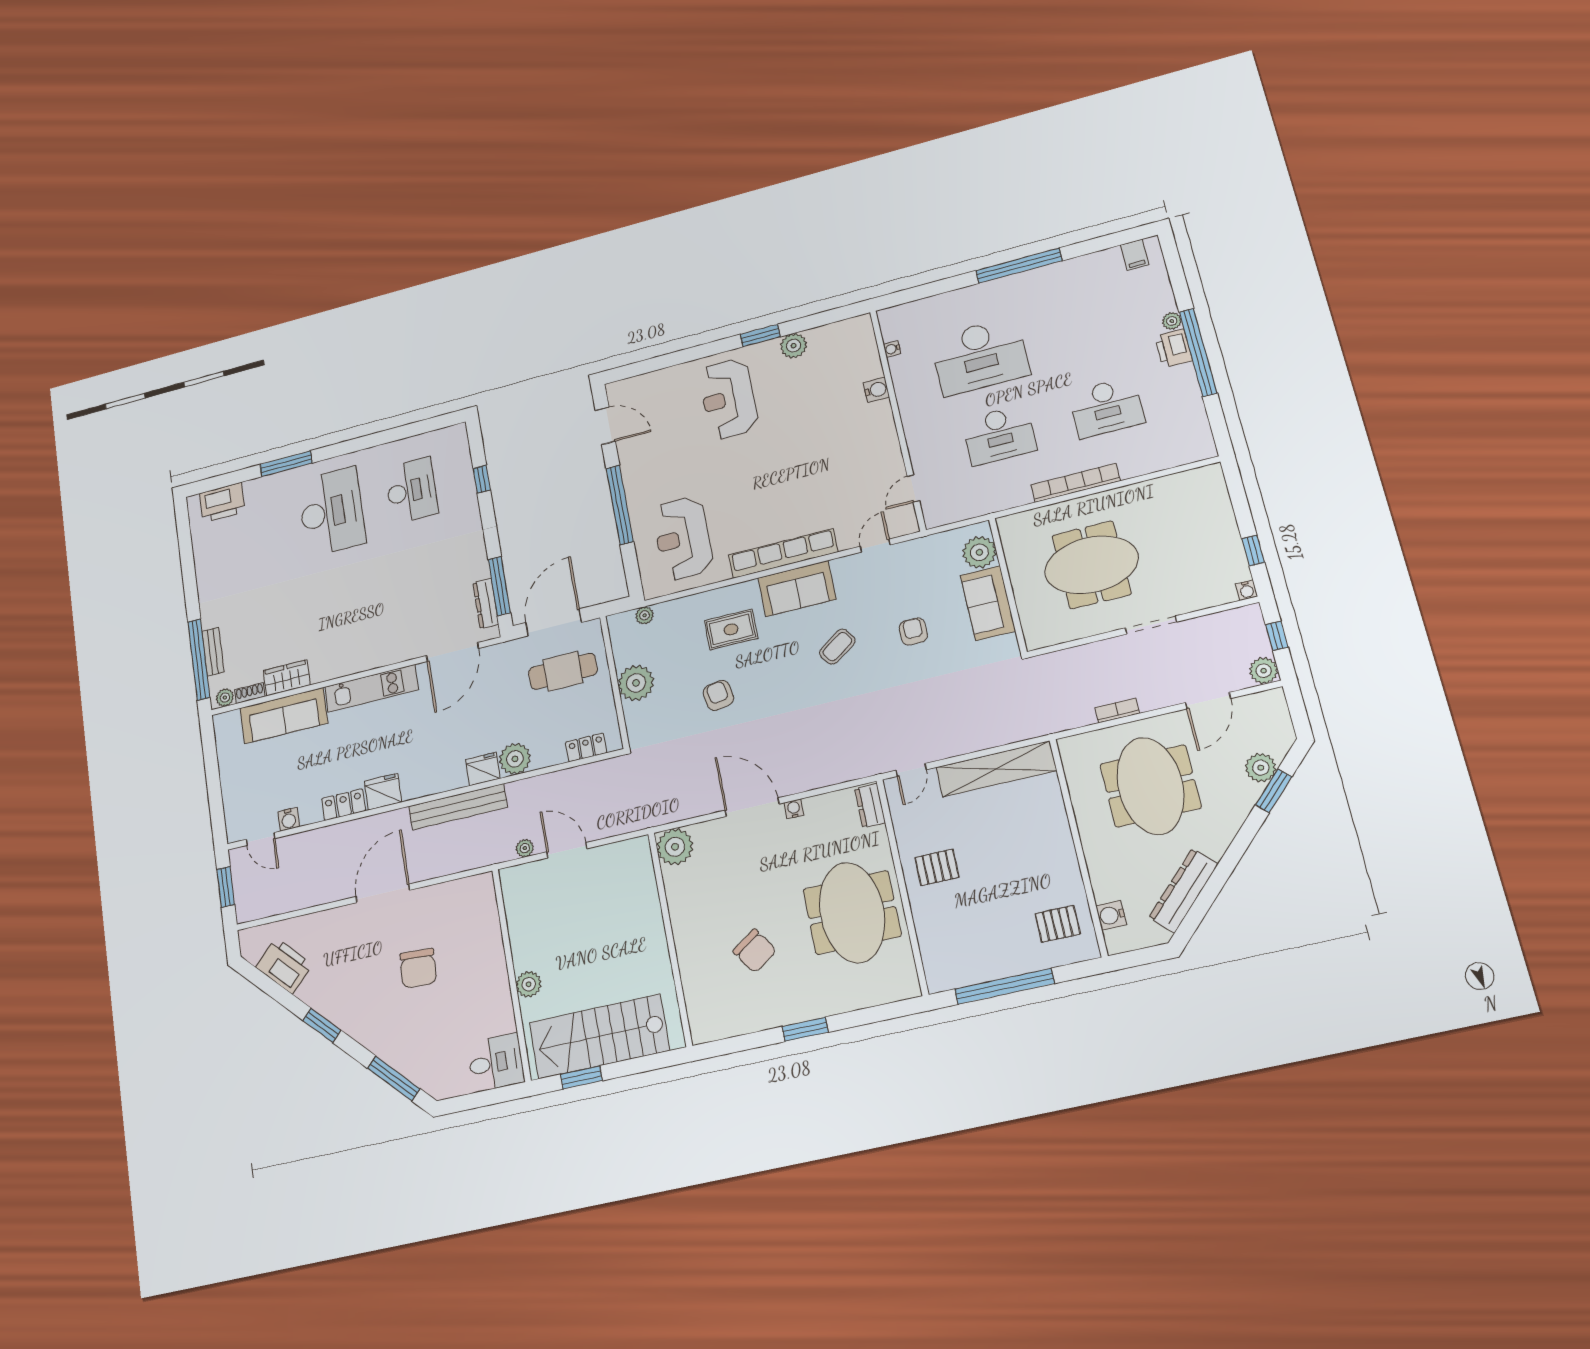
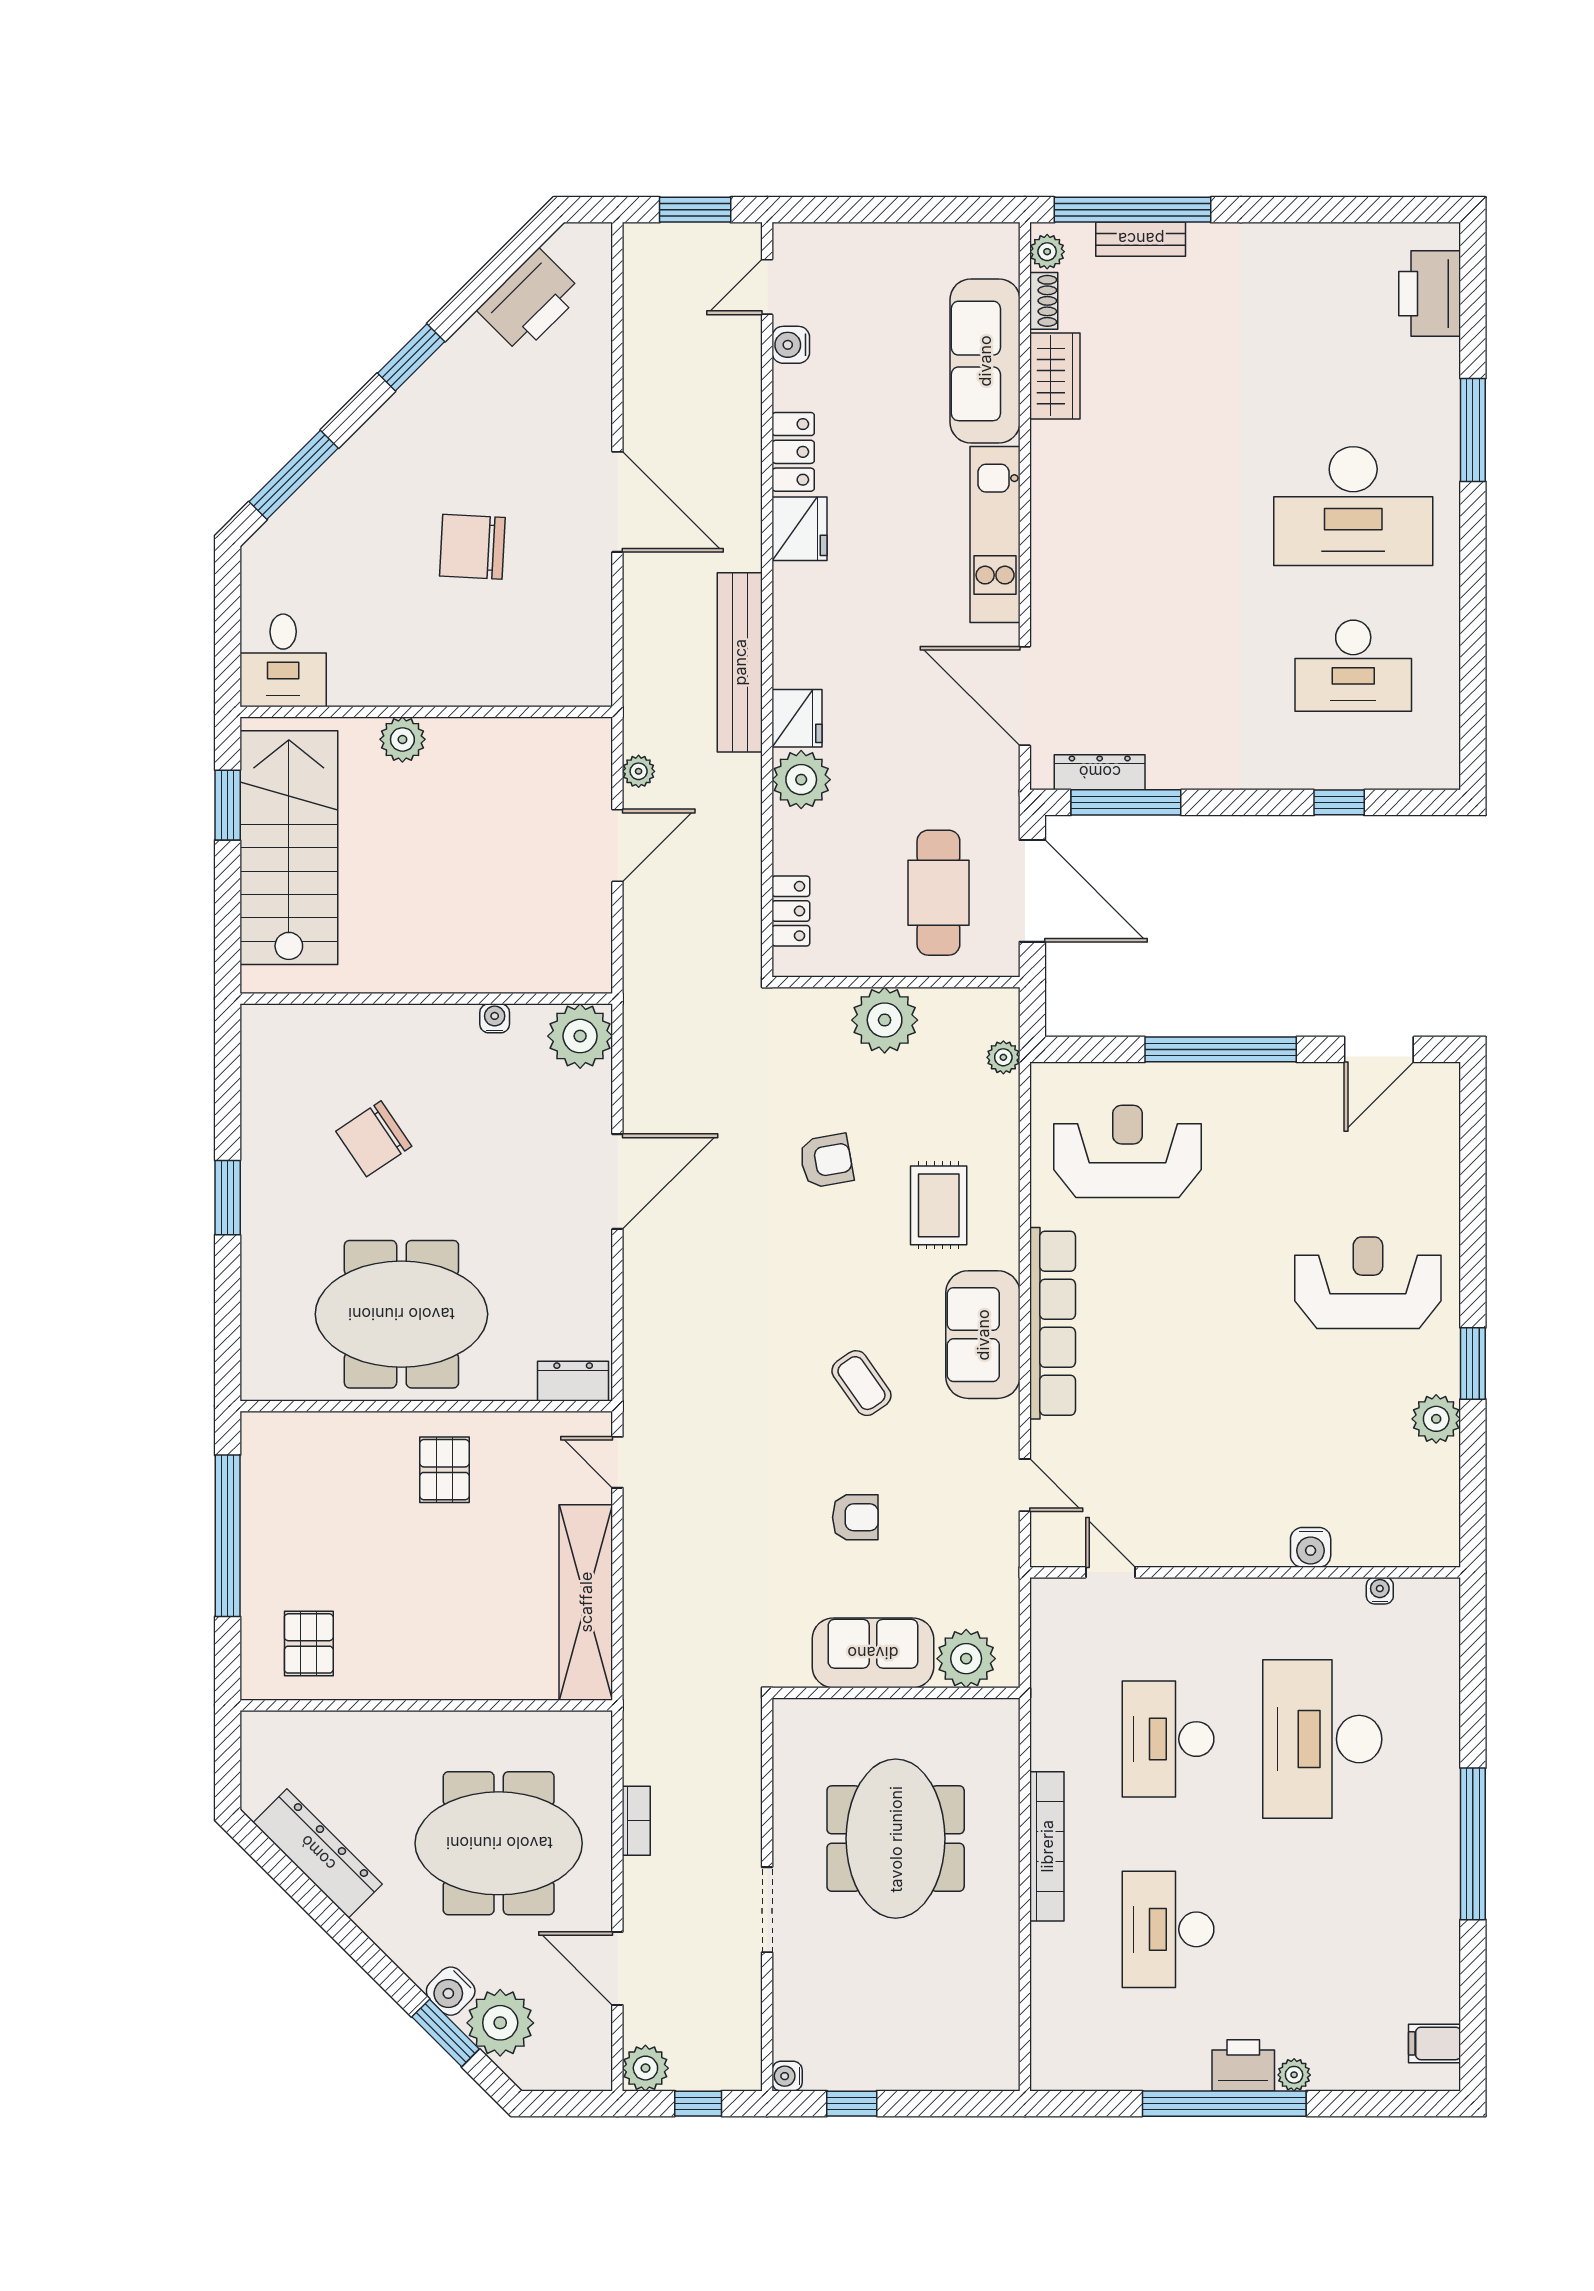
plant: (1261, 768) -> (500, 2023), width x1.36, depth x1.36
water cooler: (794, 809) -> (495, 1018), moved, turned -90
water cooler: (1111, 915) -> (451, 1991), moved, turned -135

